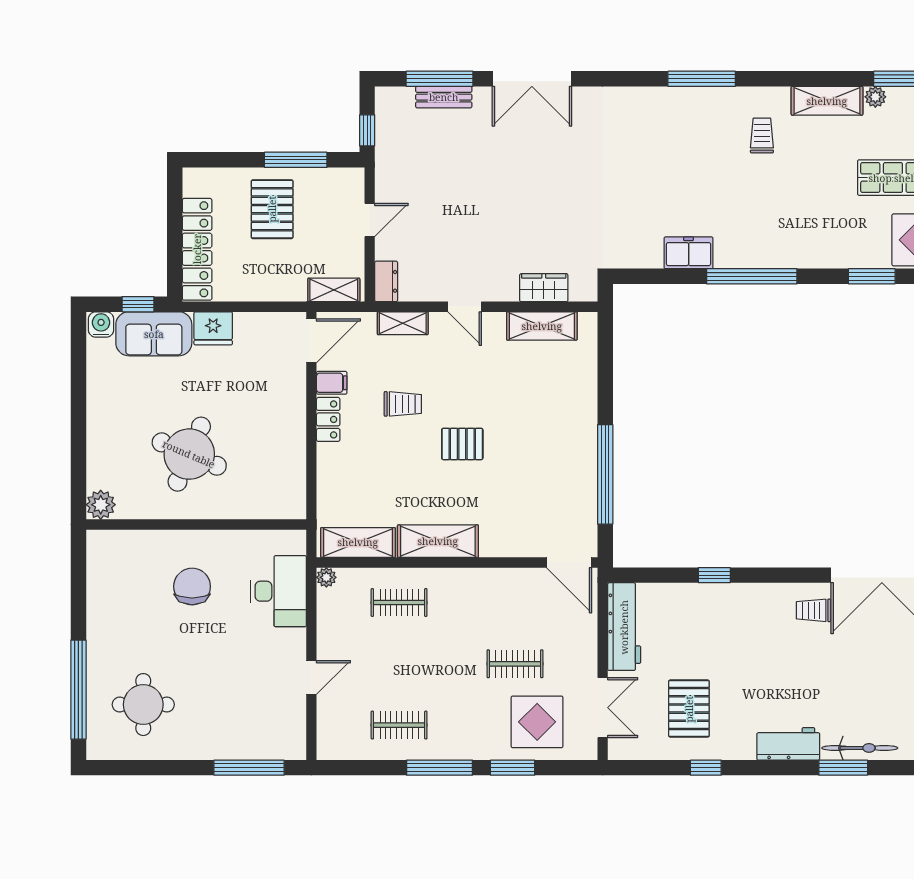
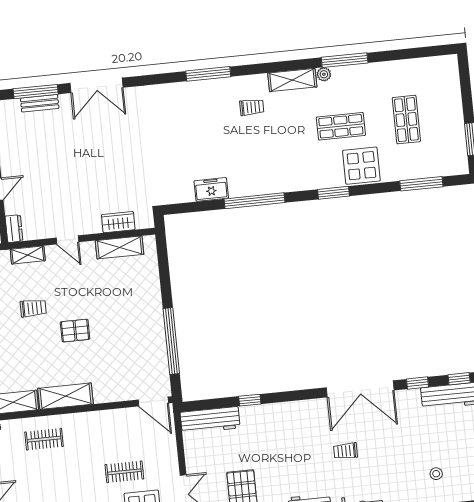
trolley: (762, 135) -> (252, 107), turned 90
trolley: (814, 610) -> (345, 451), moved
workbench: (624, 627) -> (210, 420), moved, turned 90

